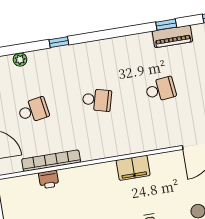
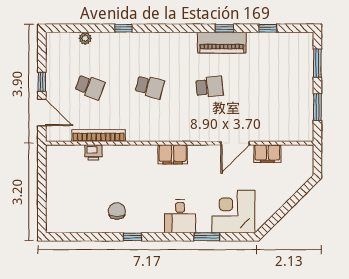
piano: (172, 36) -> (222, 43), width x1.37, depth x1.33
school desk: (33, 110) -> (90, 87), turned 30

